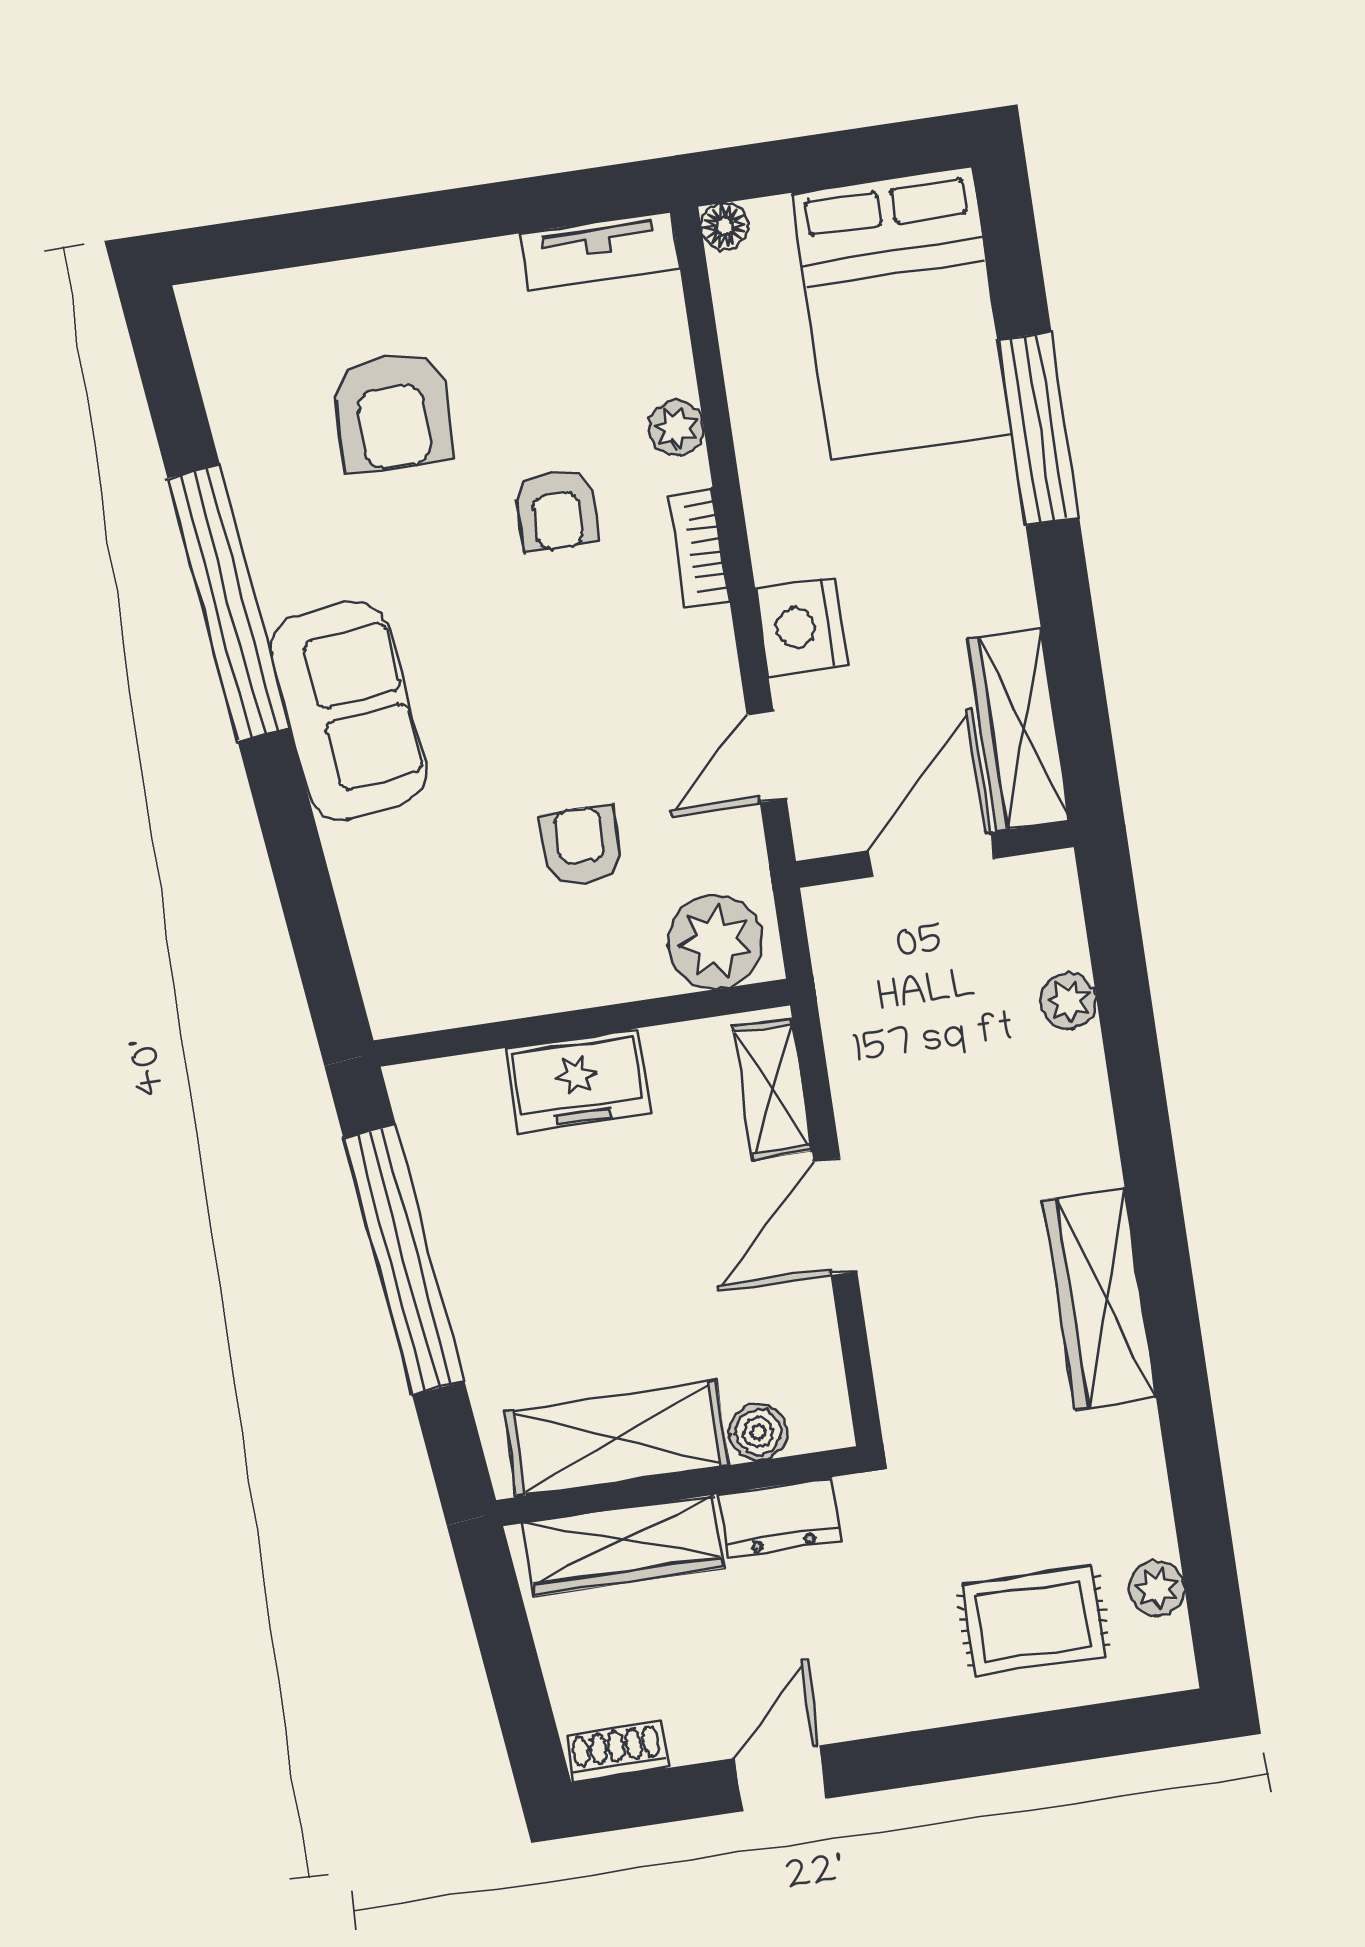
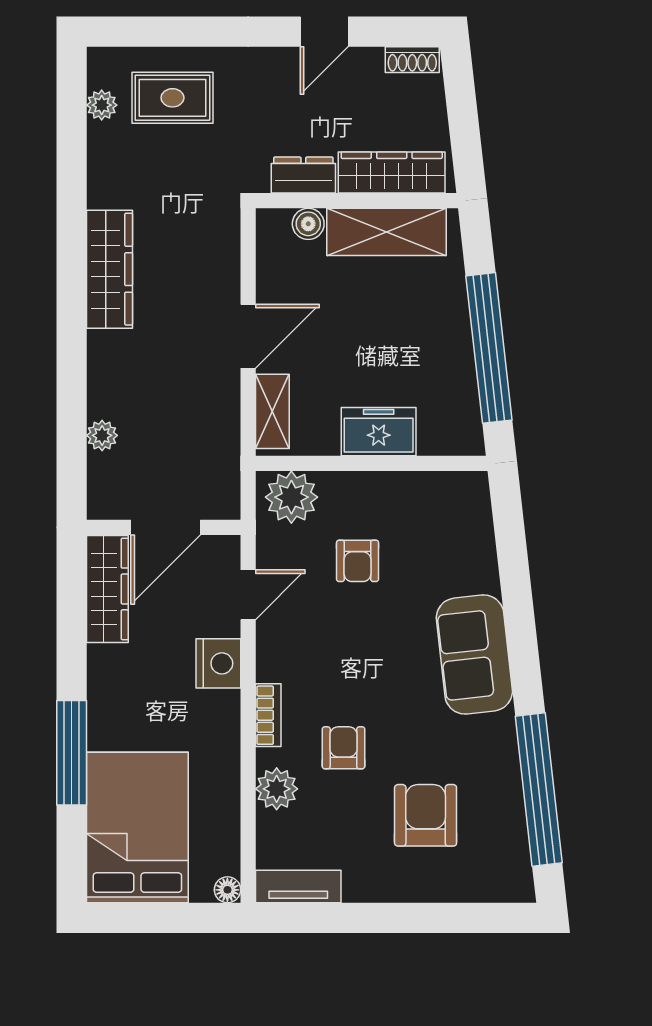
plant: (676, 428) -> (277, 789), width x1.38, depth x1.38
window: (229, 603) -> (539, 789), moved

